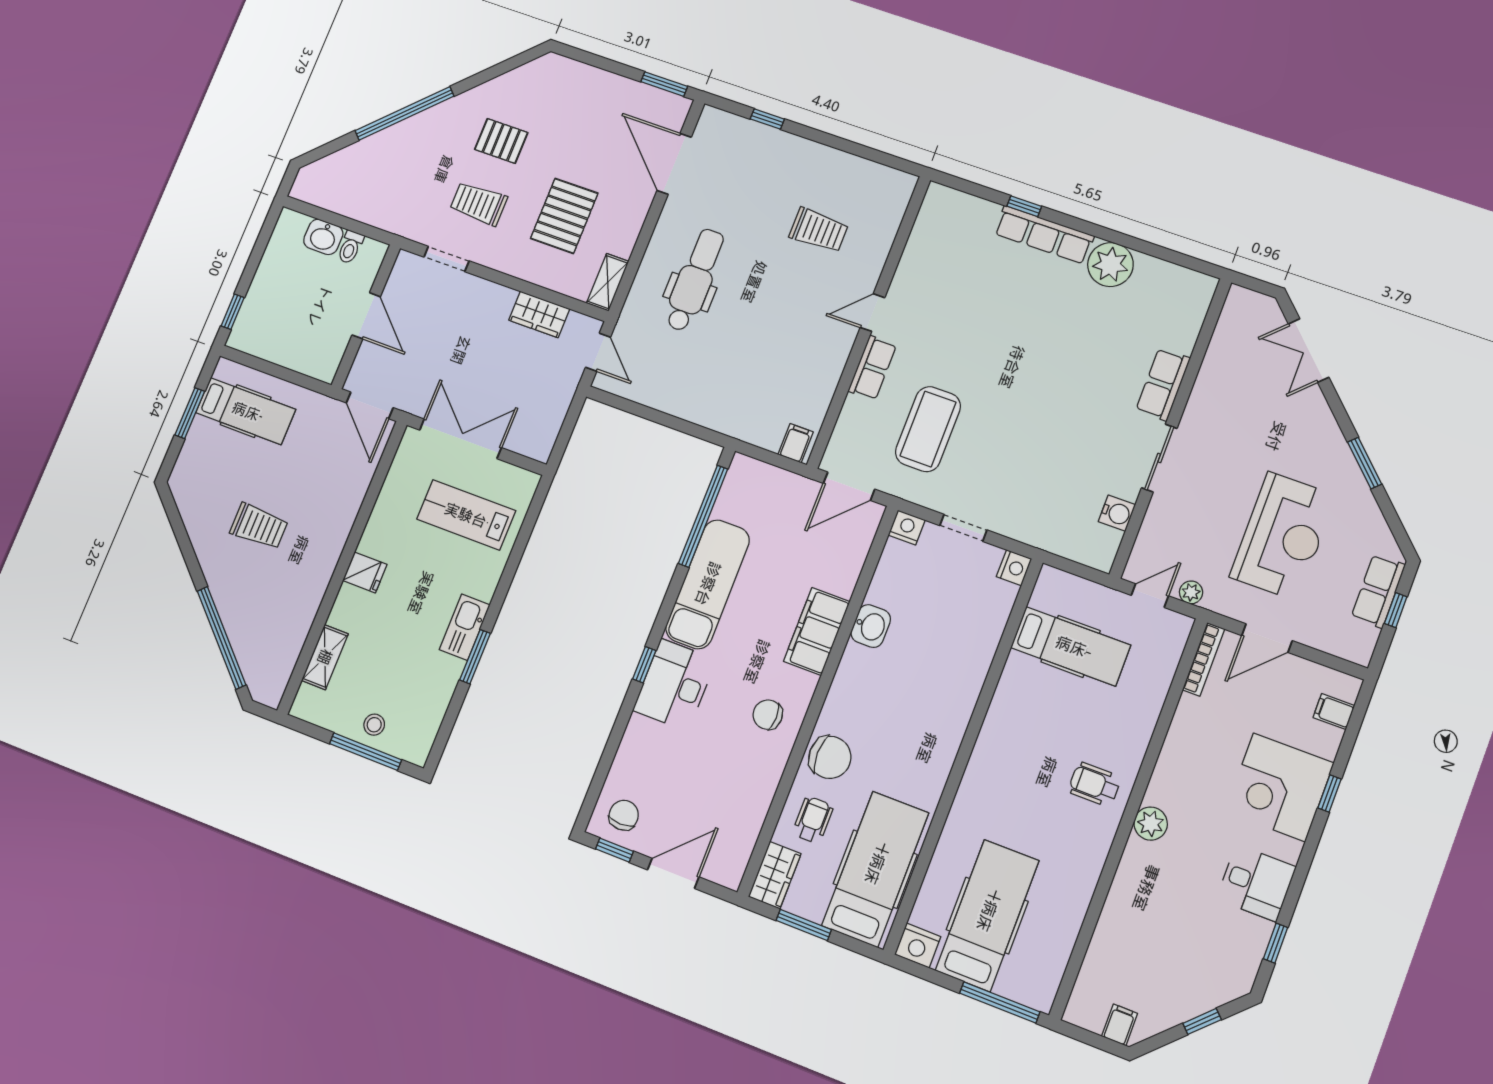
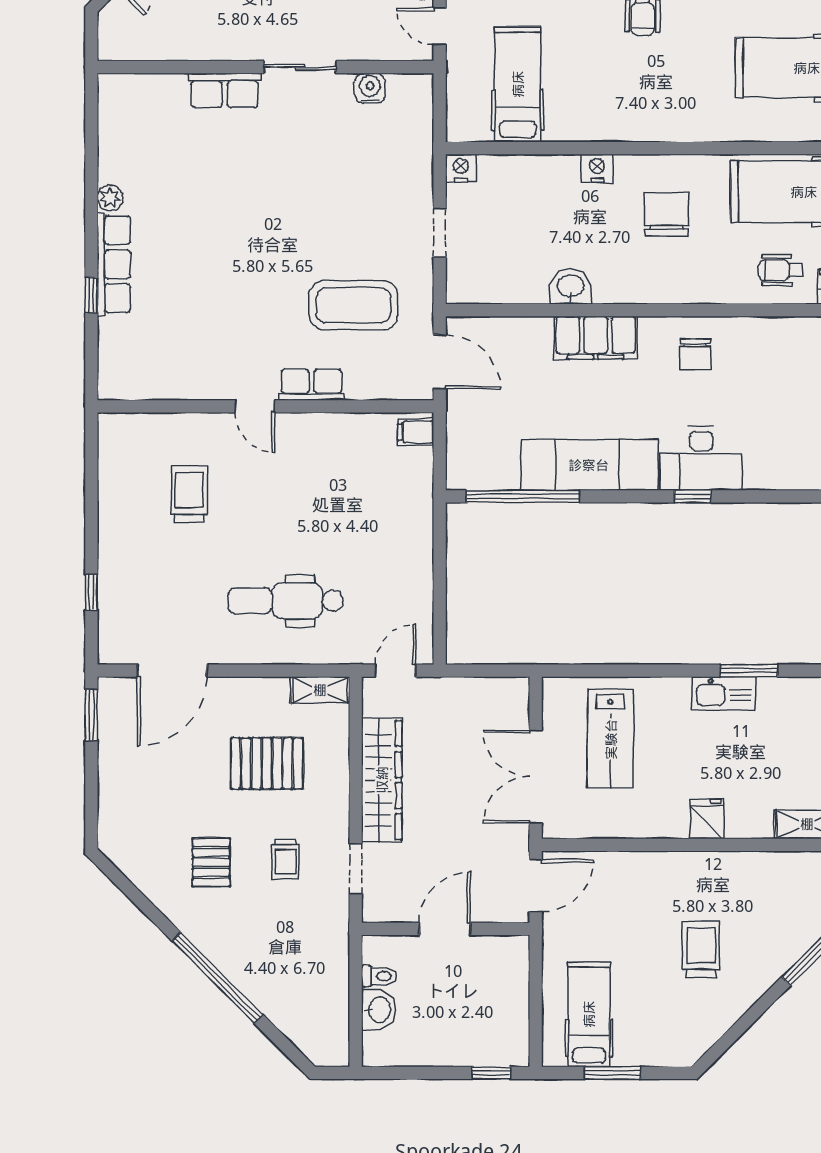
trolley: (479, 204) -> (286, 859), width x0.73, depth x0.72
plant: (1110, 265) -> (110, 198), width x0.53, depth x0.53
wardrobe: (539, 314) -> (382, 780), width x2.10, depth x1.17
nightstand: (907, 528) -> (597, 168), moved, turned 90
chair: (830, 757) -> (666, 214), moved

